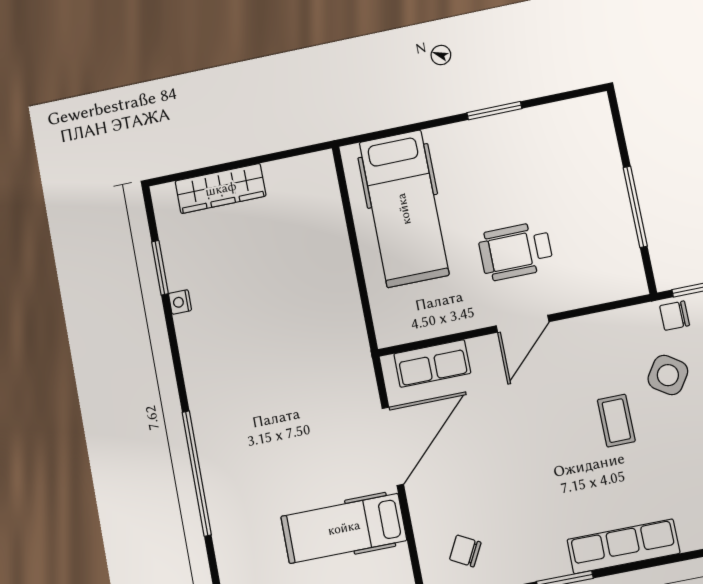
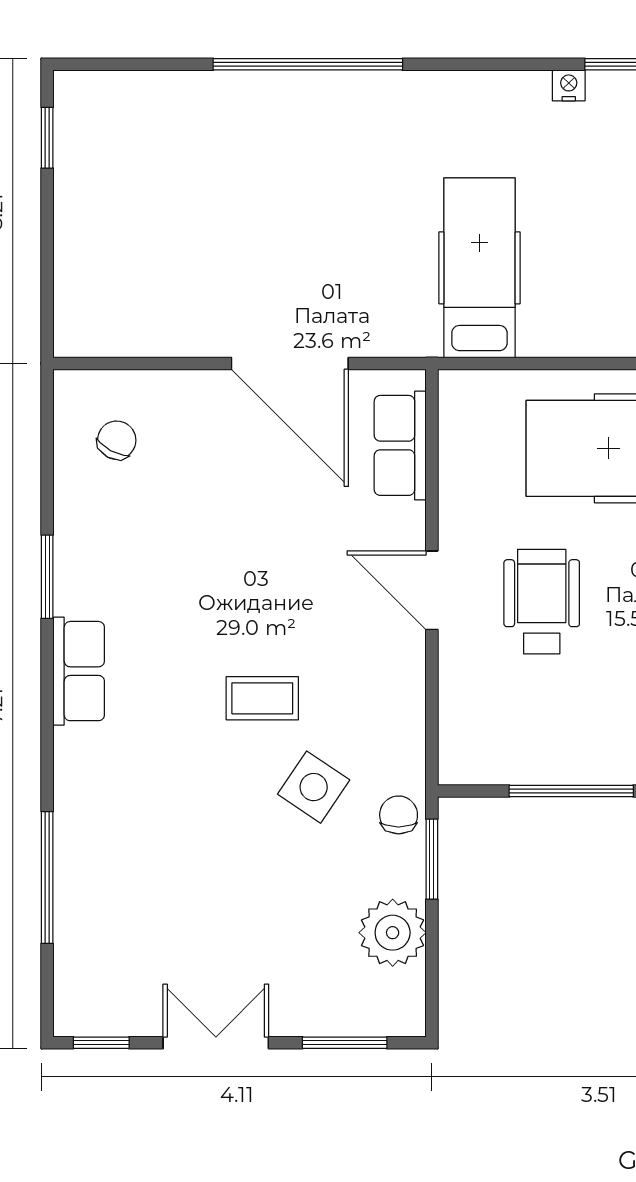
hospital bed: (344, 528) -> (479, 268), moved
row of seats: (623, 546) -> (79, 671), width x0.68

